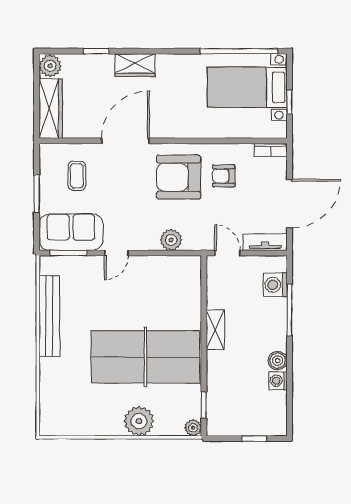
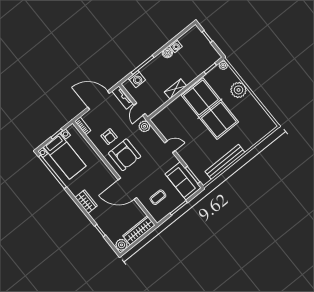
wardrobe: (135, 65) -> (86, 202), moved
plant: (171, 240) -> (144, 126), moved
door: (116, 253) -> (170, 147), moved

